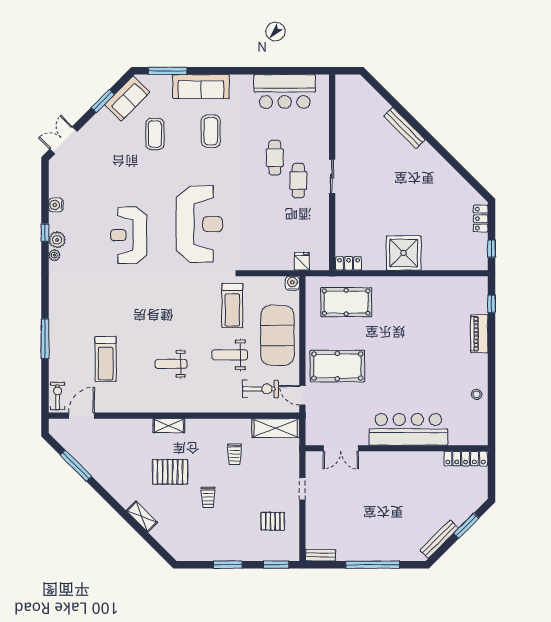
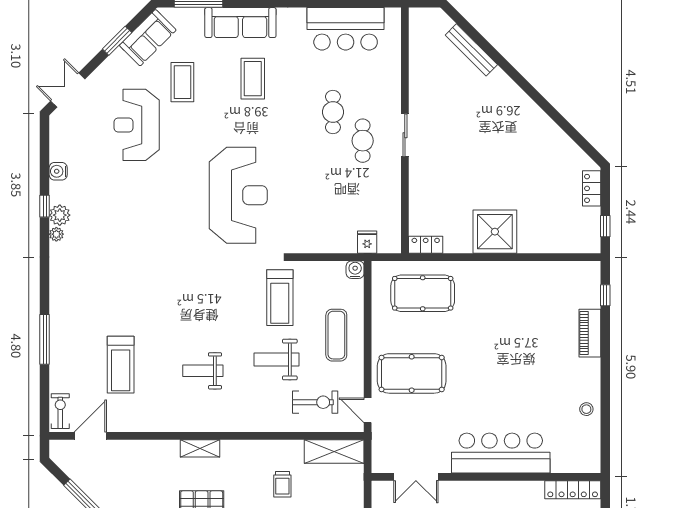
bench: (404, 128) -> (471, 50), moved
reception desk: (129, 235) -> (137, 125), moved
exercise mat: (277, 335) -> (336, 335), width x0.50, depth x0.69

